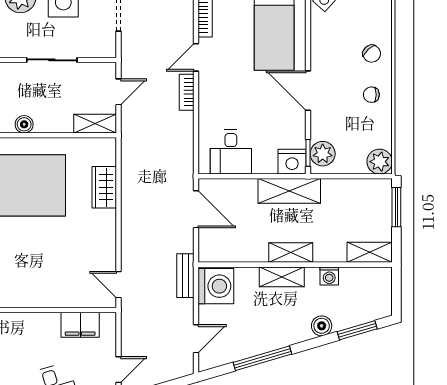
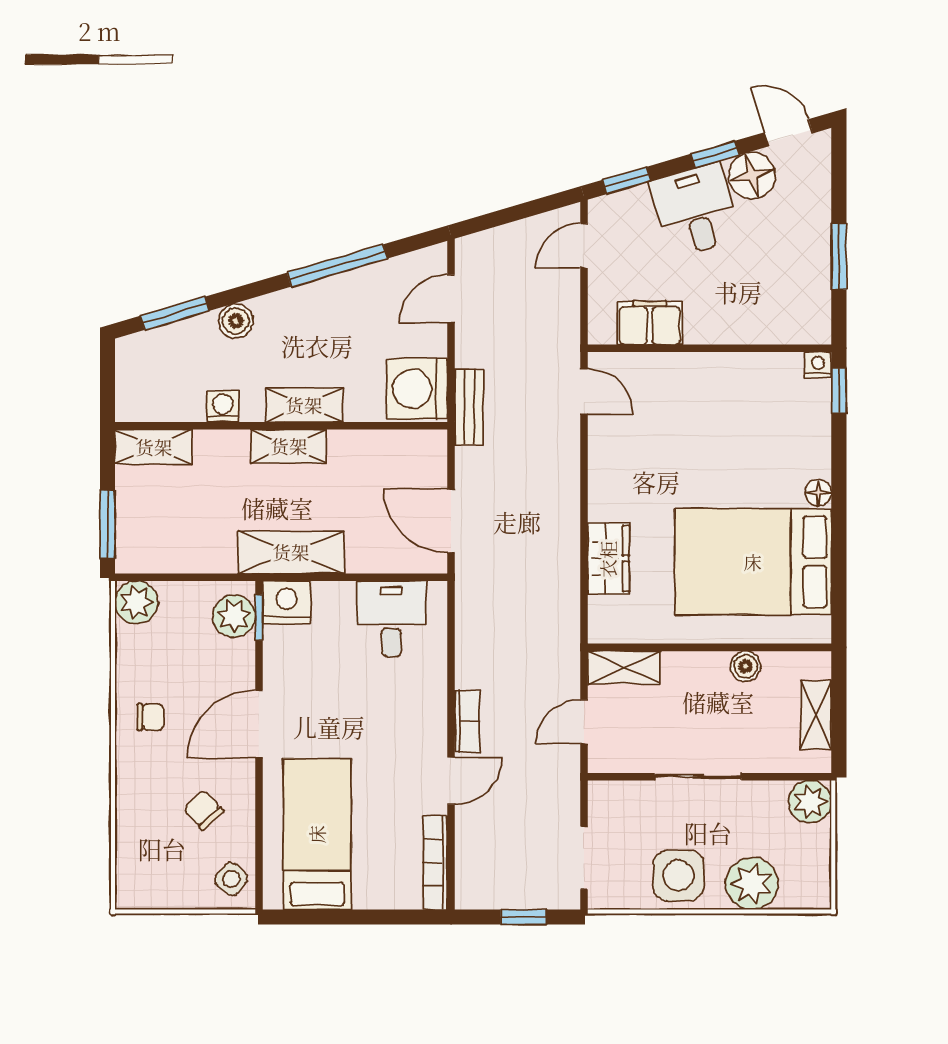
chair: (372, 54) -> (204, 810), moved
door: (308, 91) -> (259, 724), swing flipped

